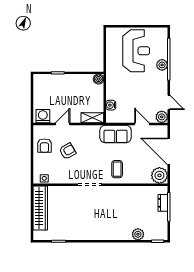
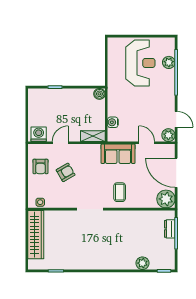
plant: (162, 65) -> (169, 62), moved

